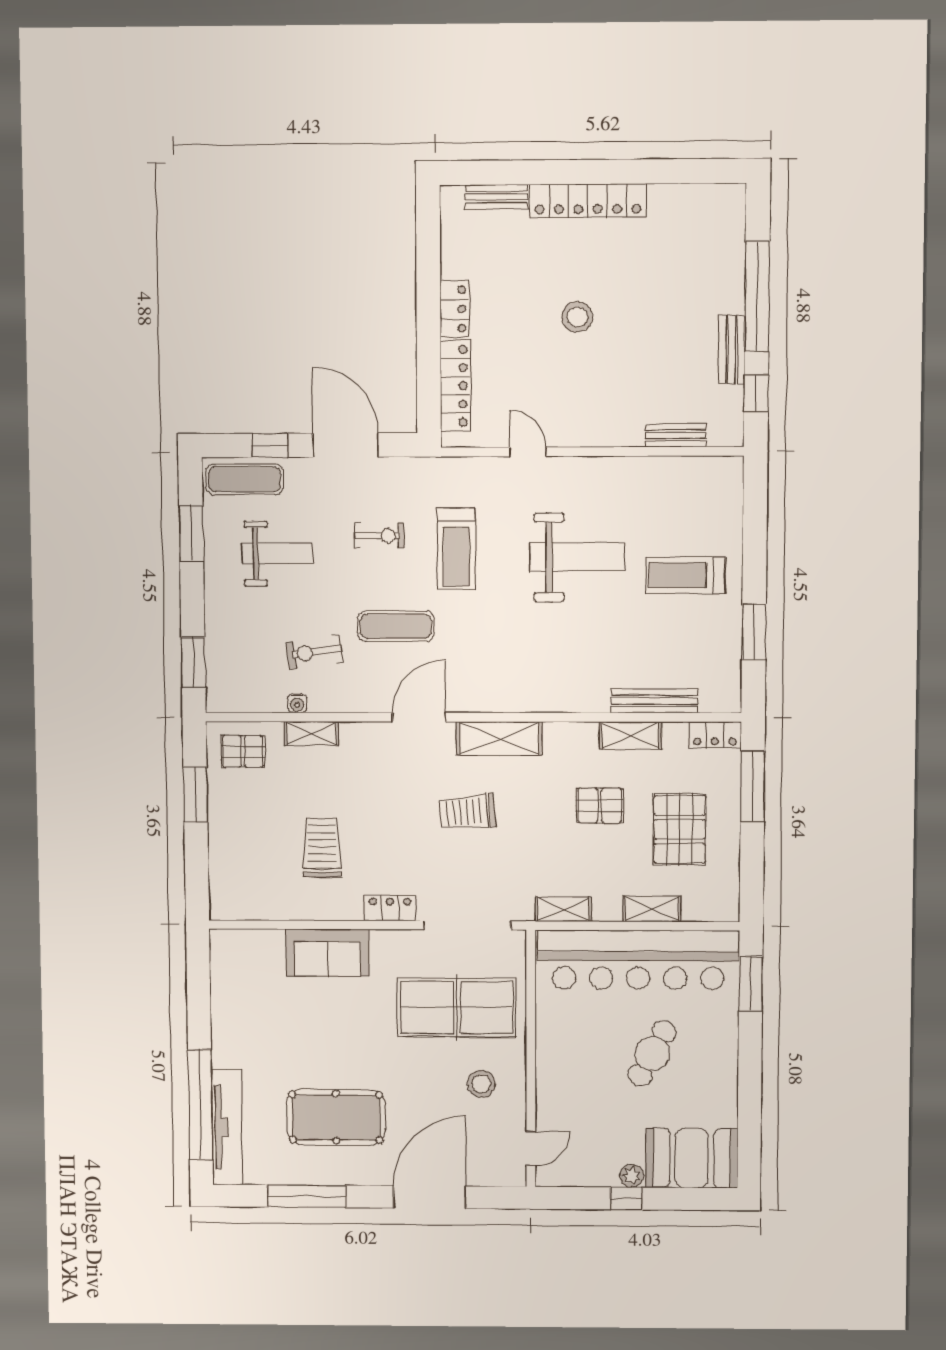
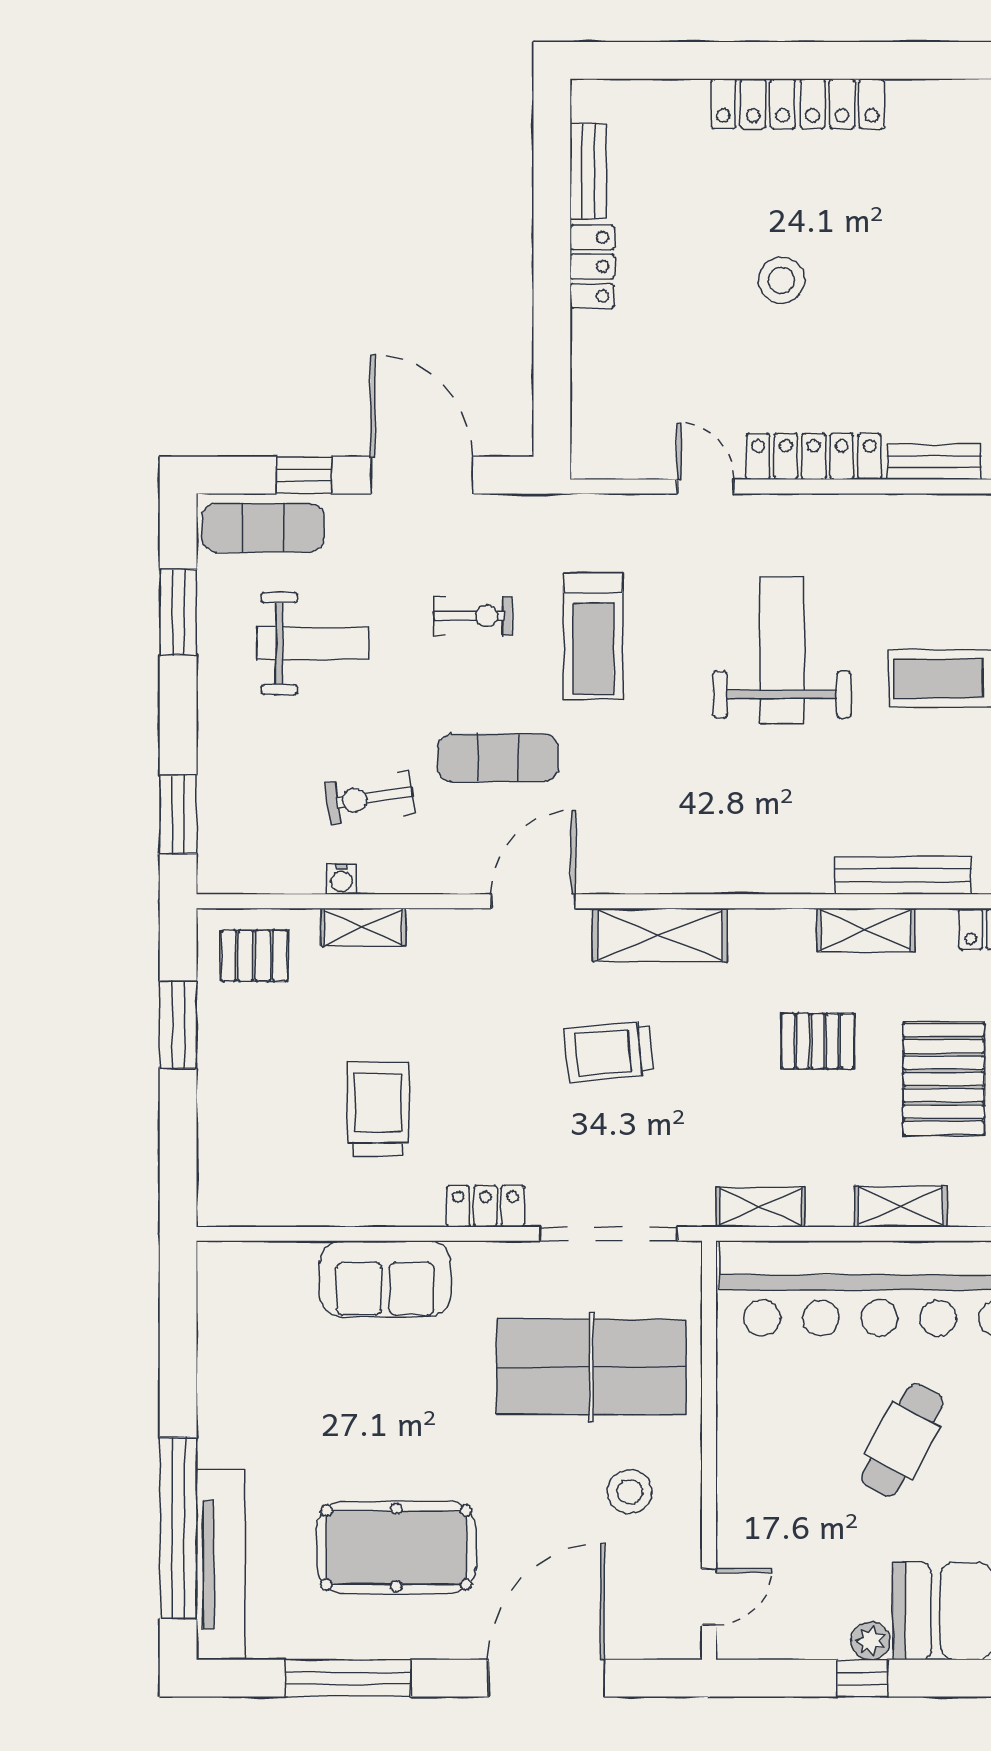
bench: (496, 197) -> (588, 171), moved, turned 90
locker: (456, 386) -> (814, 456), moved, turned -90
weight bench: (577, 557) -> (782, 650), turned -90

